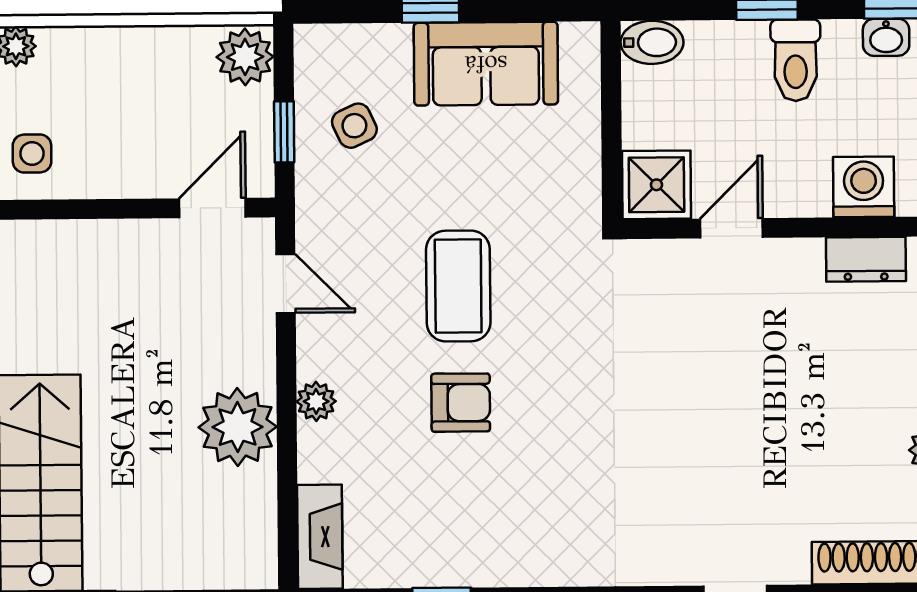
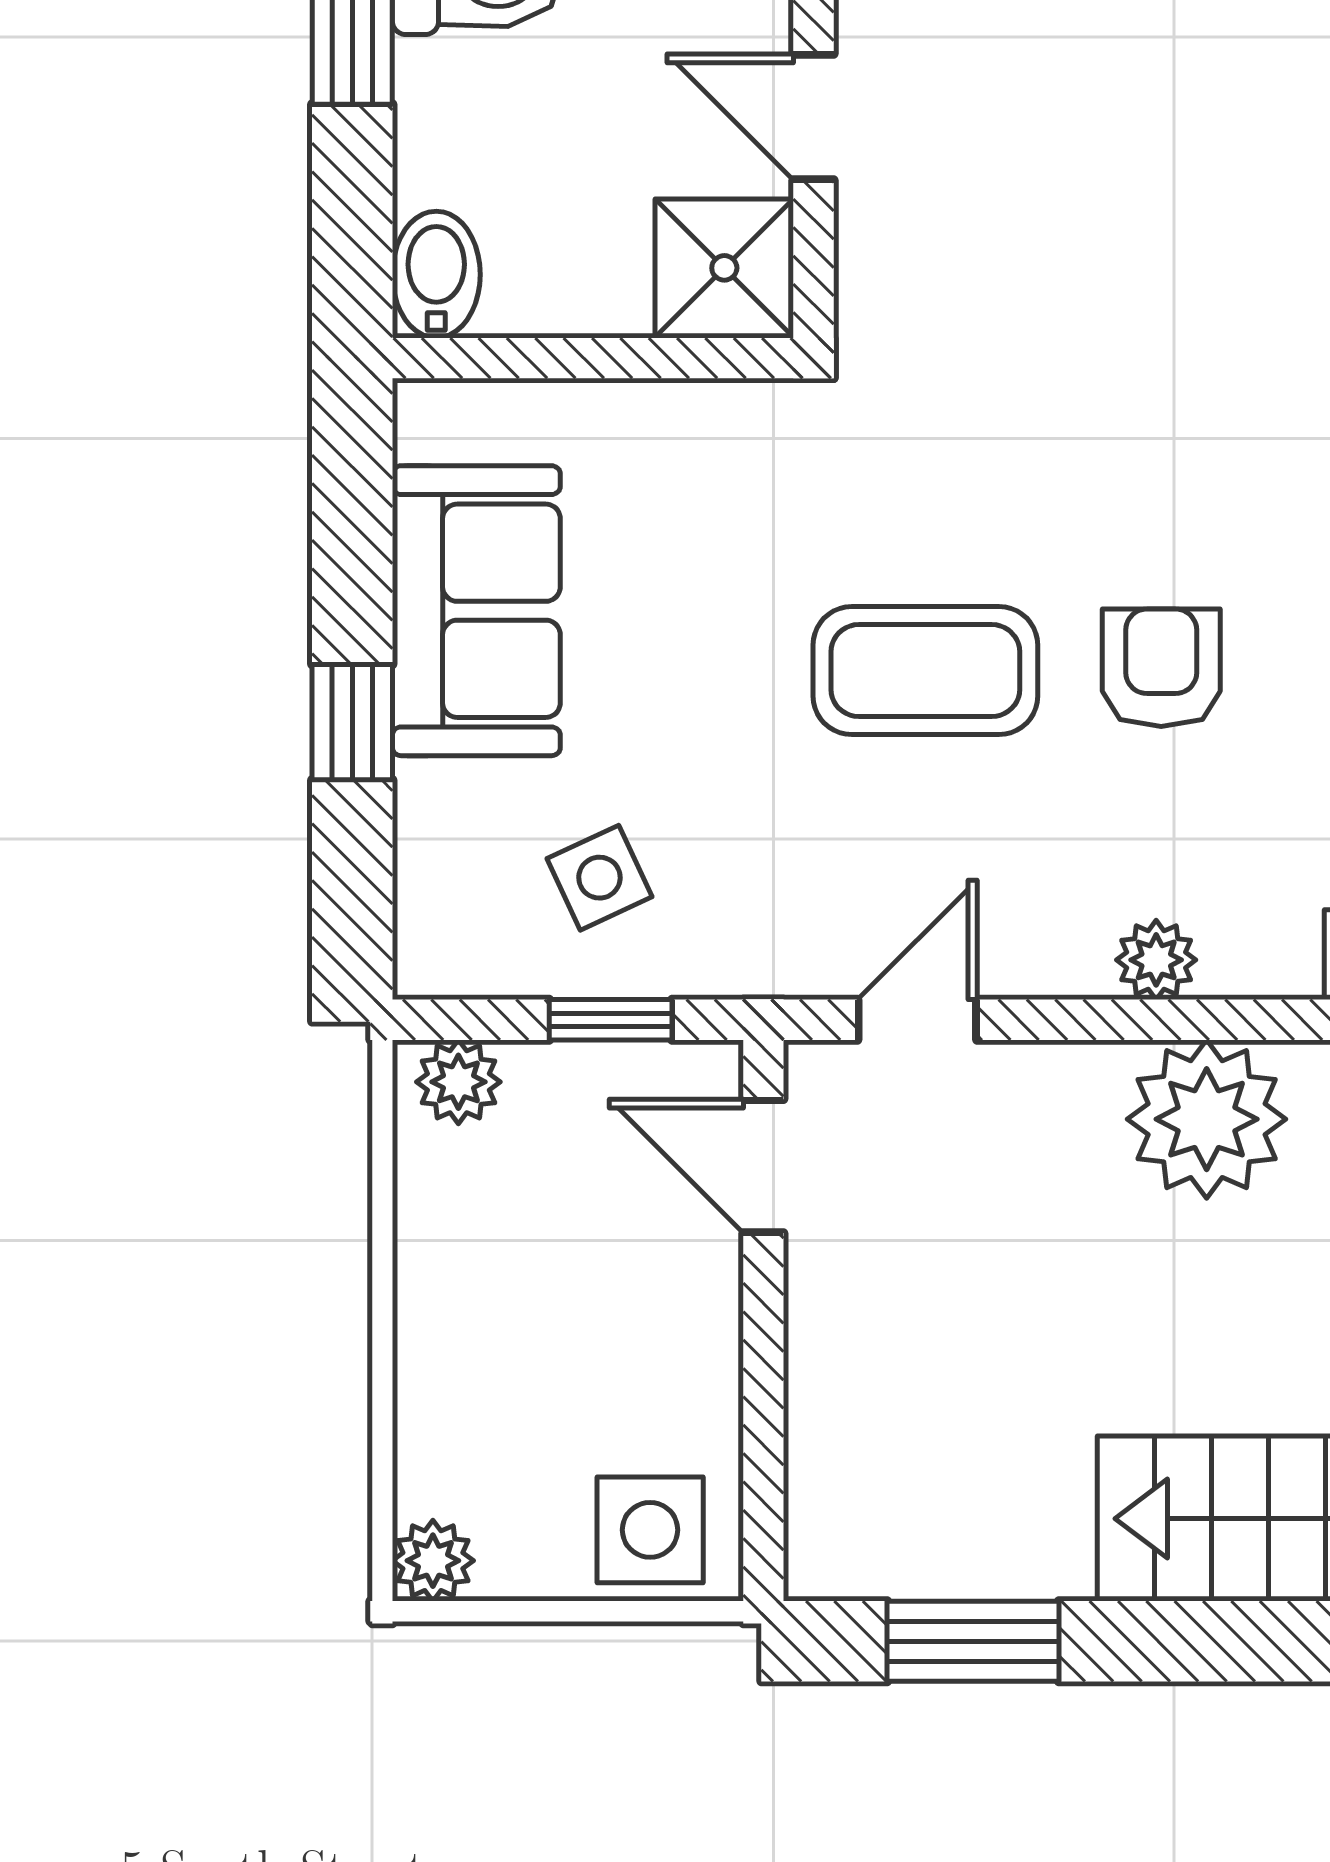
plant: (245, 57) -> (458, 1082), width x0.73, depth x0.73
side table: (32, 154) -> (650, 1530), width x1.37, depth x1.37

